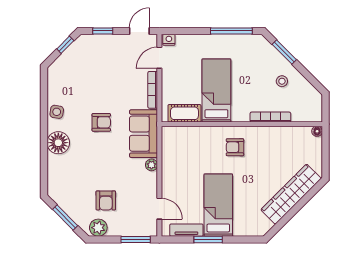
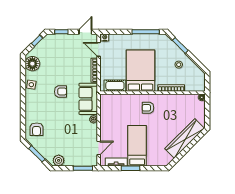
door: (159, 58) -> (99, 49), hinge flipped
bed: (216, 91) -> (141, 71), width x1.50
floor lamp: (58, 143) -> (32, 64), moved
armchair: (106, 200) -> (37, 129), moved
door: (159, 209) -> (99, 148), hinge flipped

